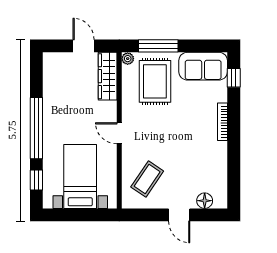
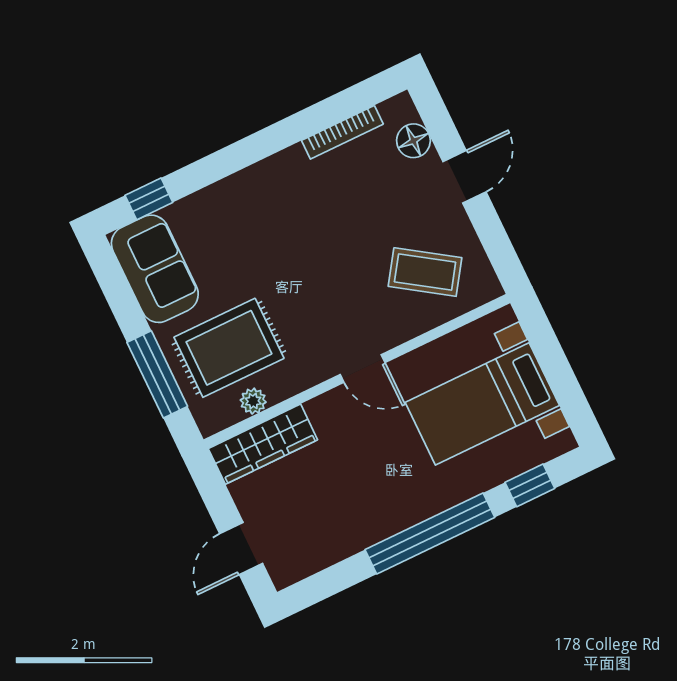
door: (84, 46) -> (241, 549), moved
plant: (128, 59) -> (253, 401), moved
bookcase: (223, 122) -> (342, 132), moved
door: (119, 133) -> (363, 369), hinge flipped

